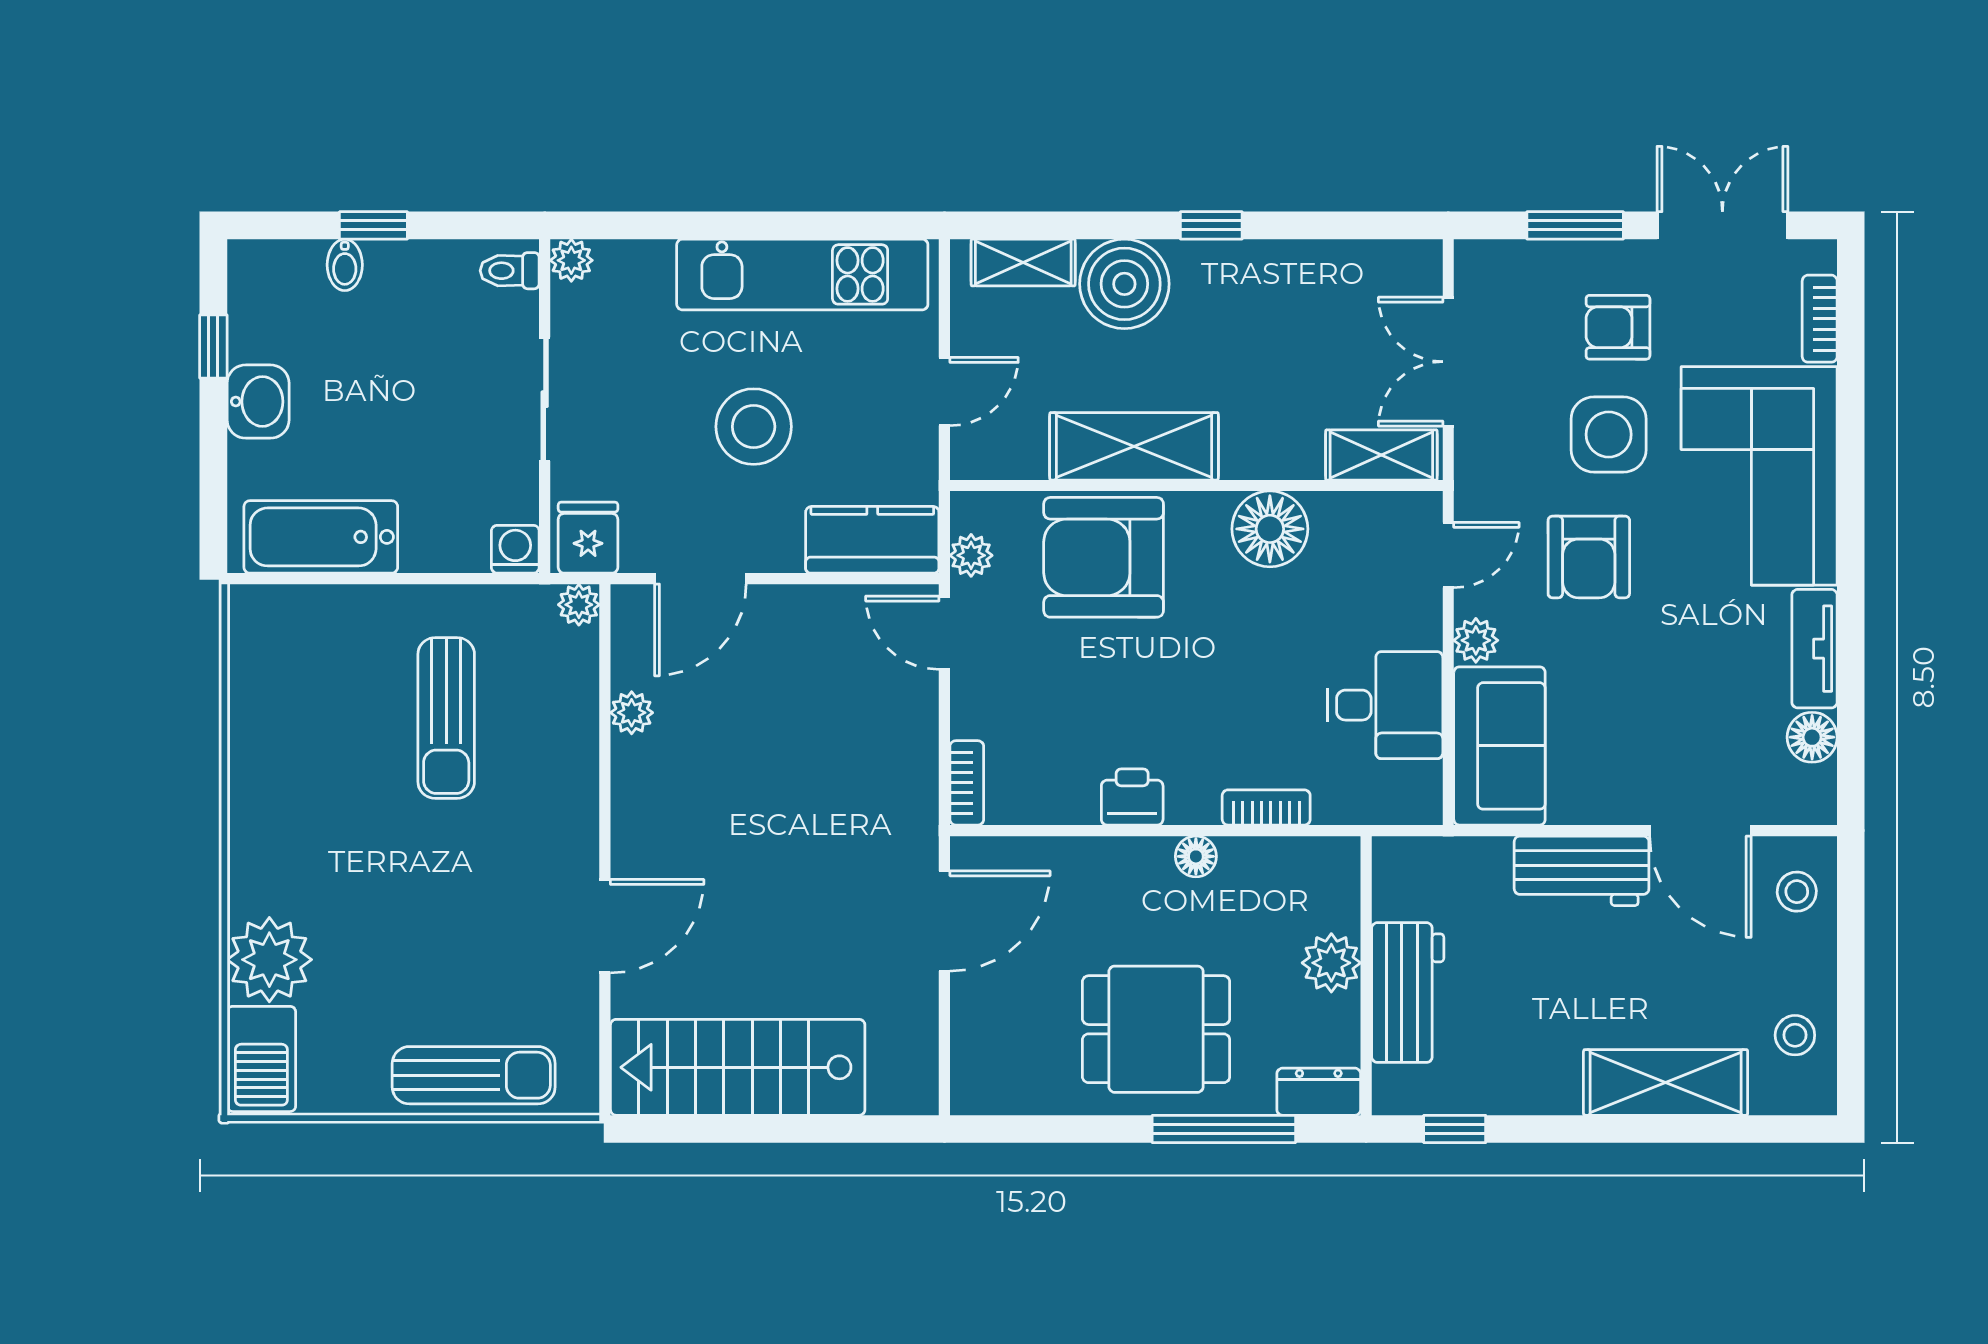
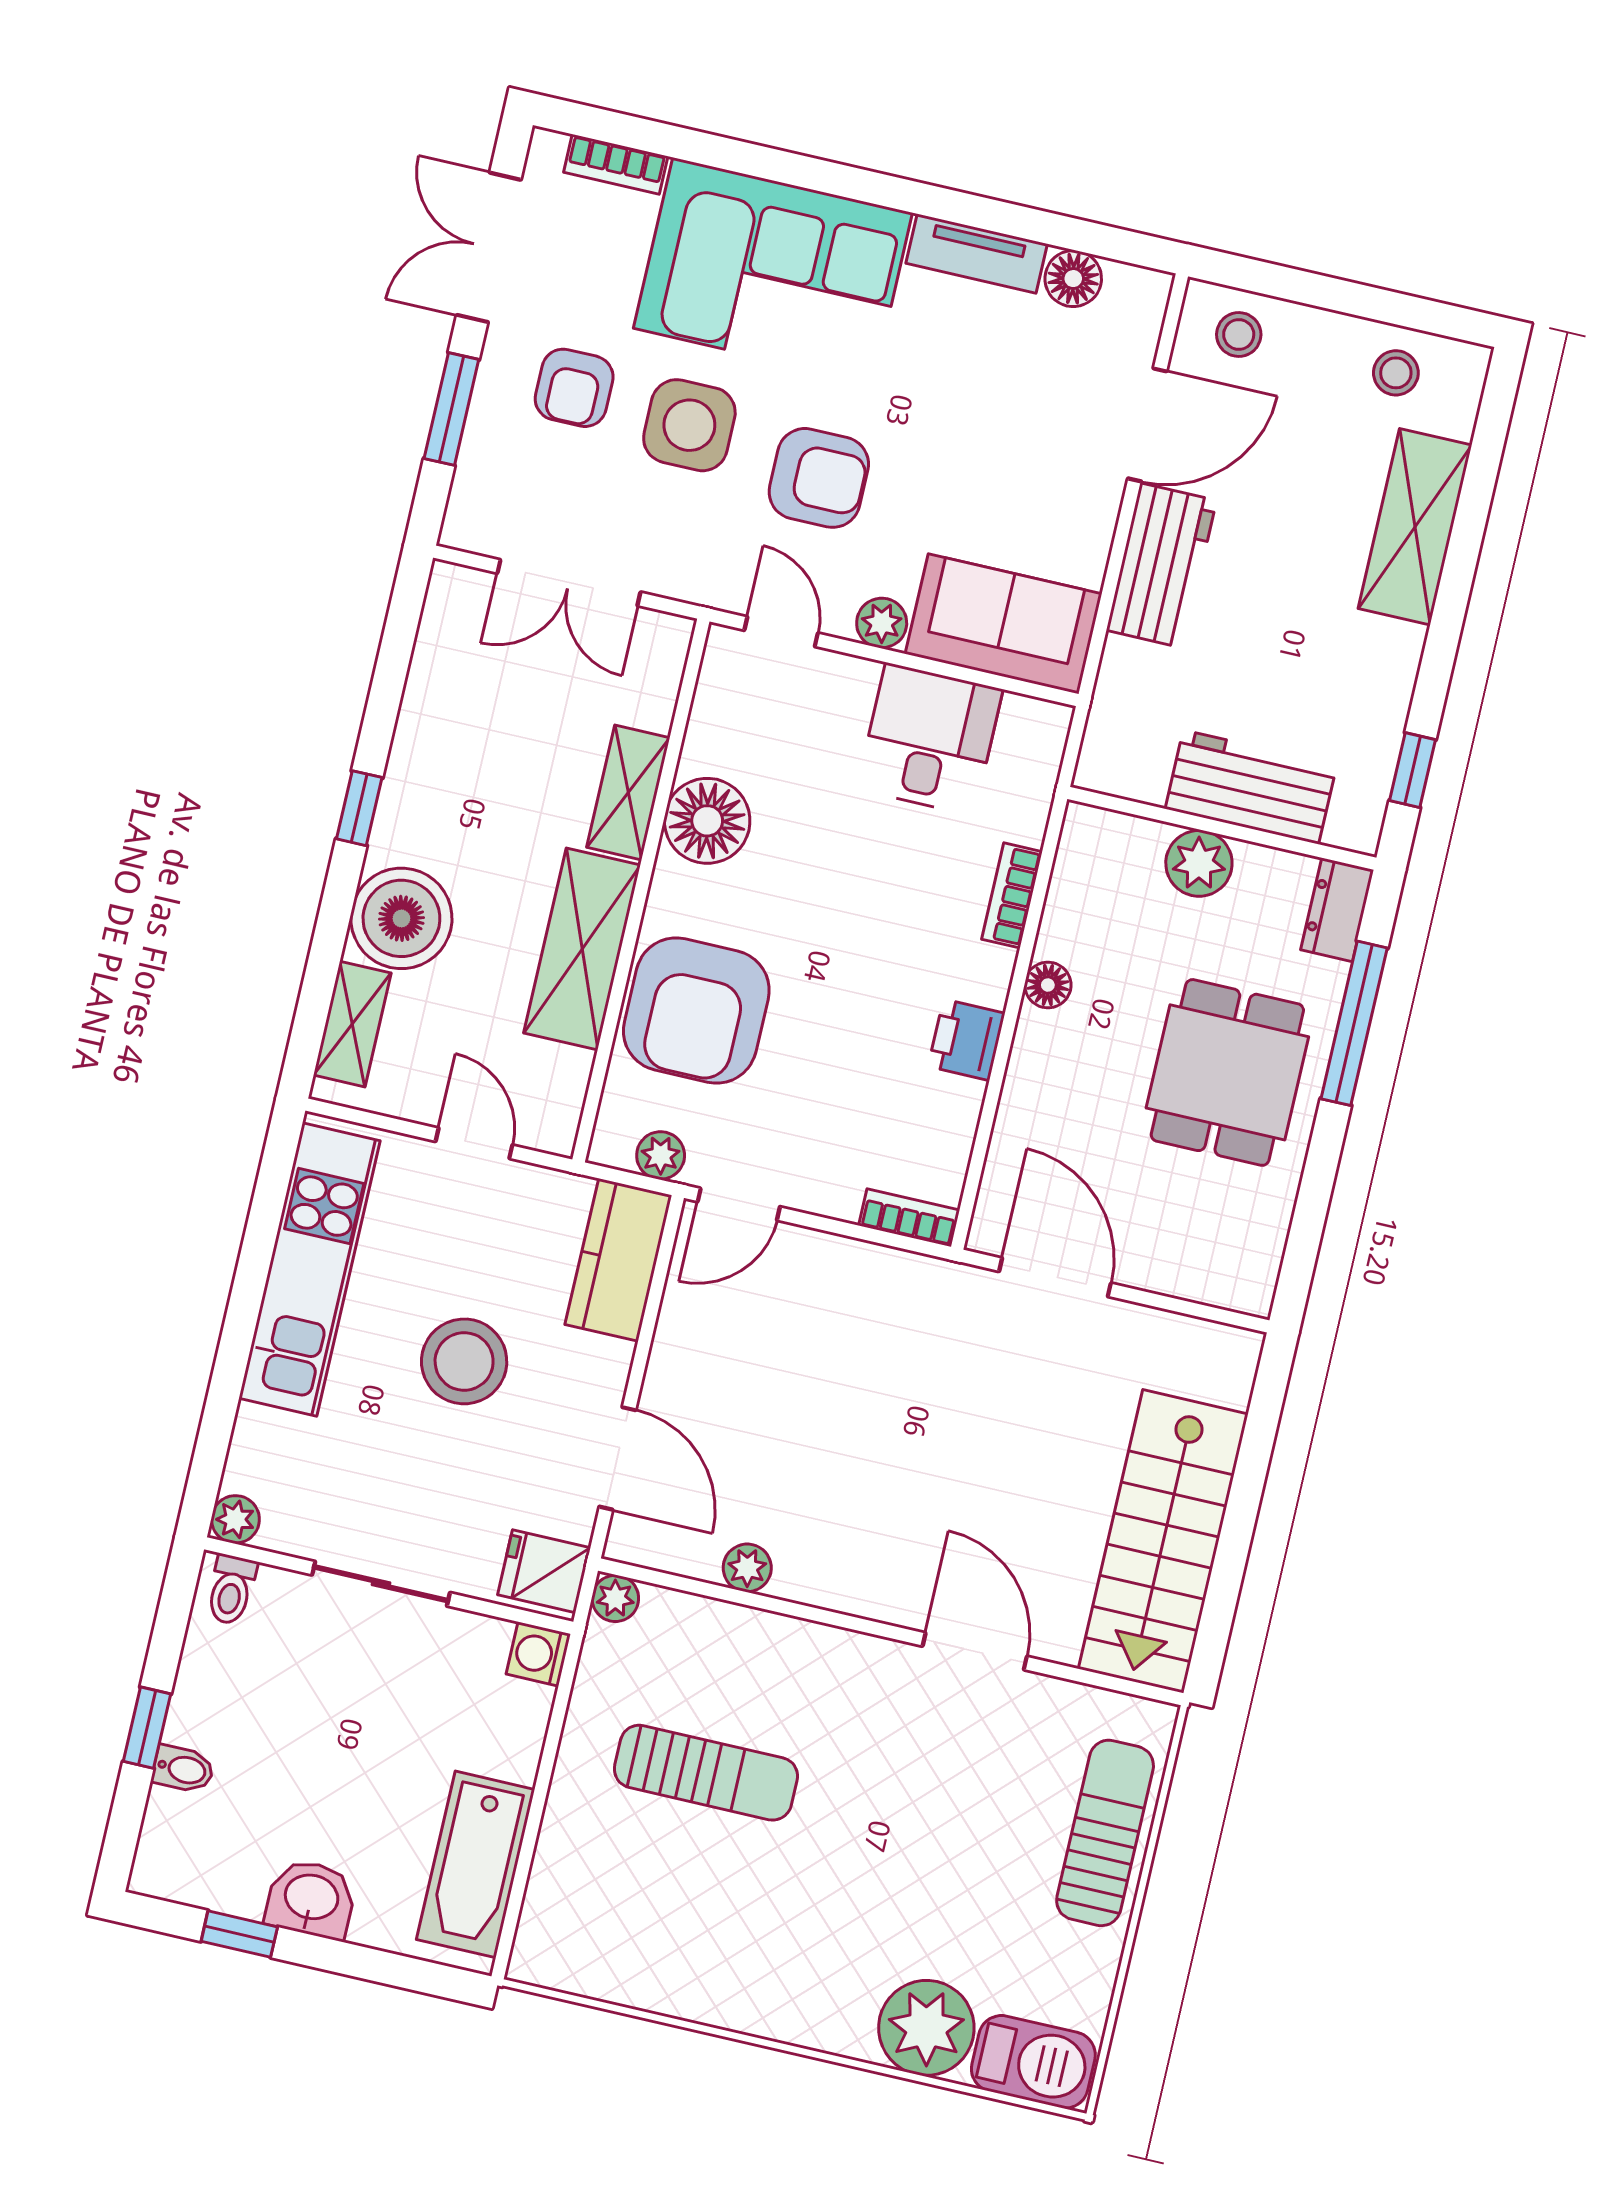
shelving: (1381, 455) -> (628, 793), moved

